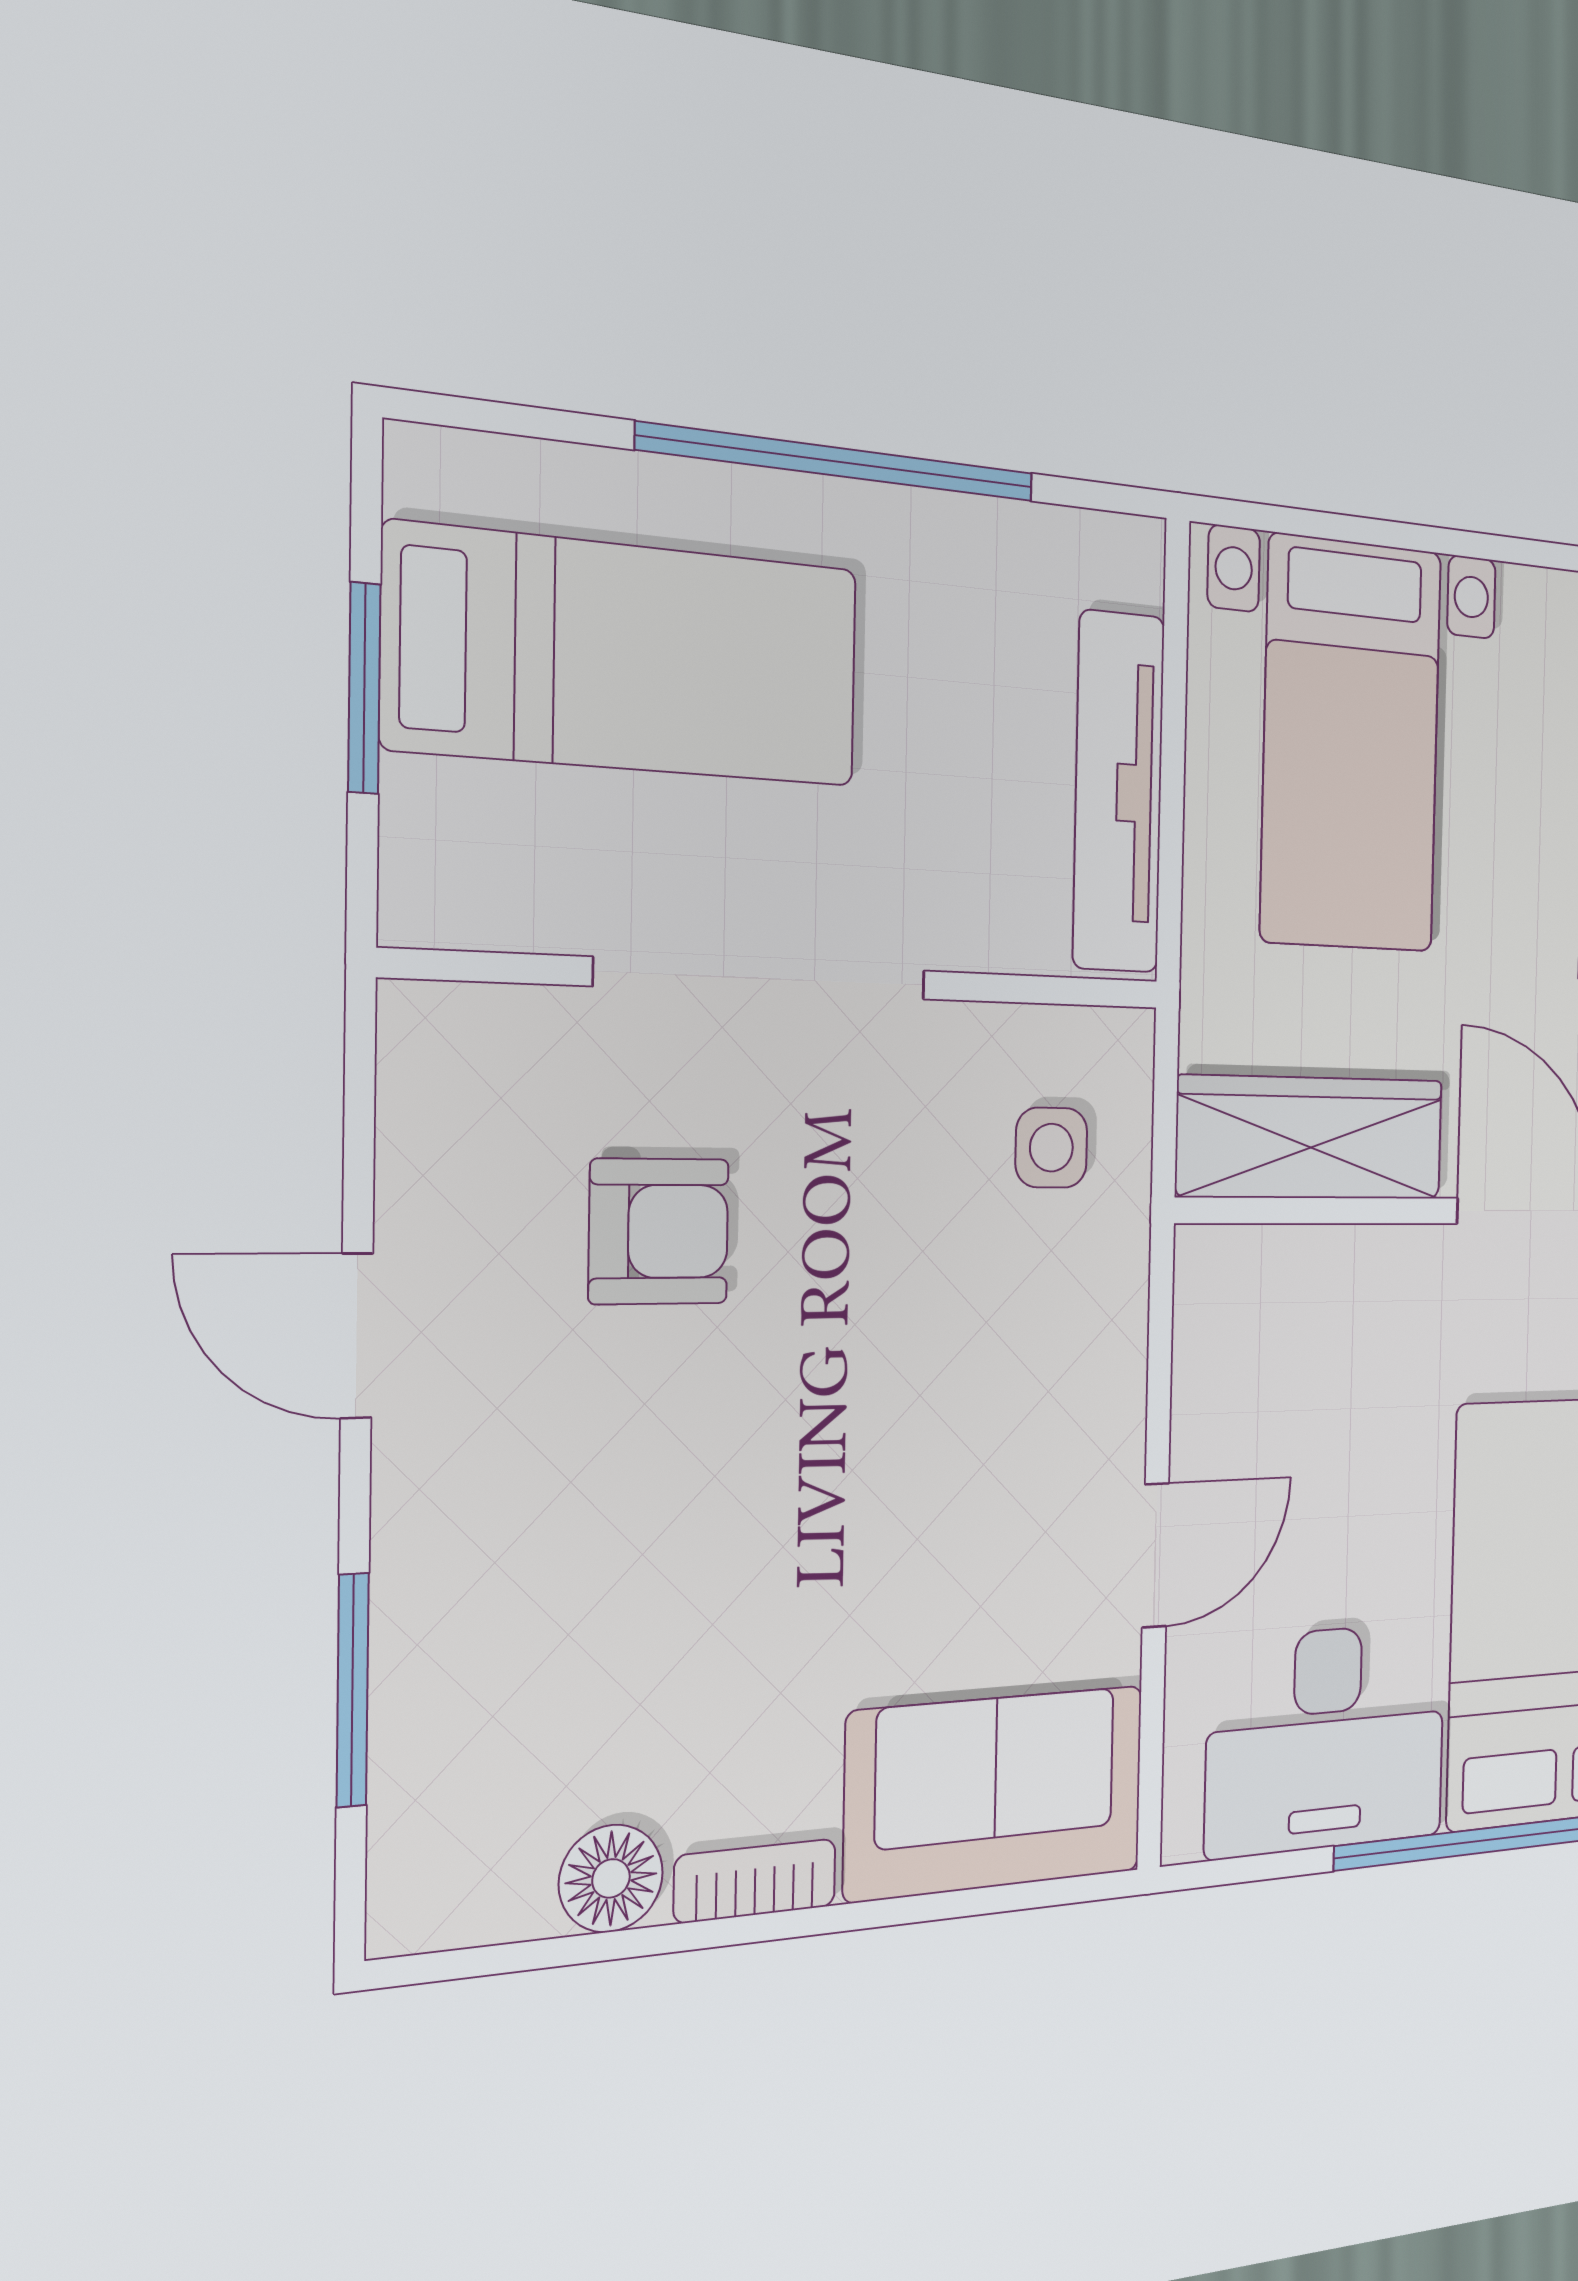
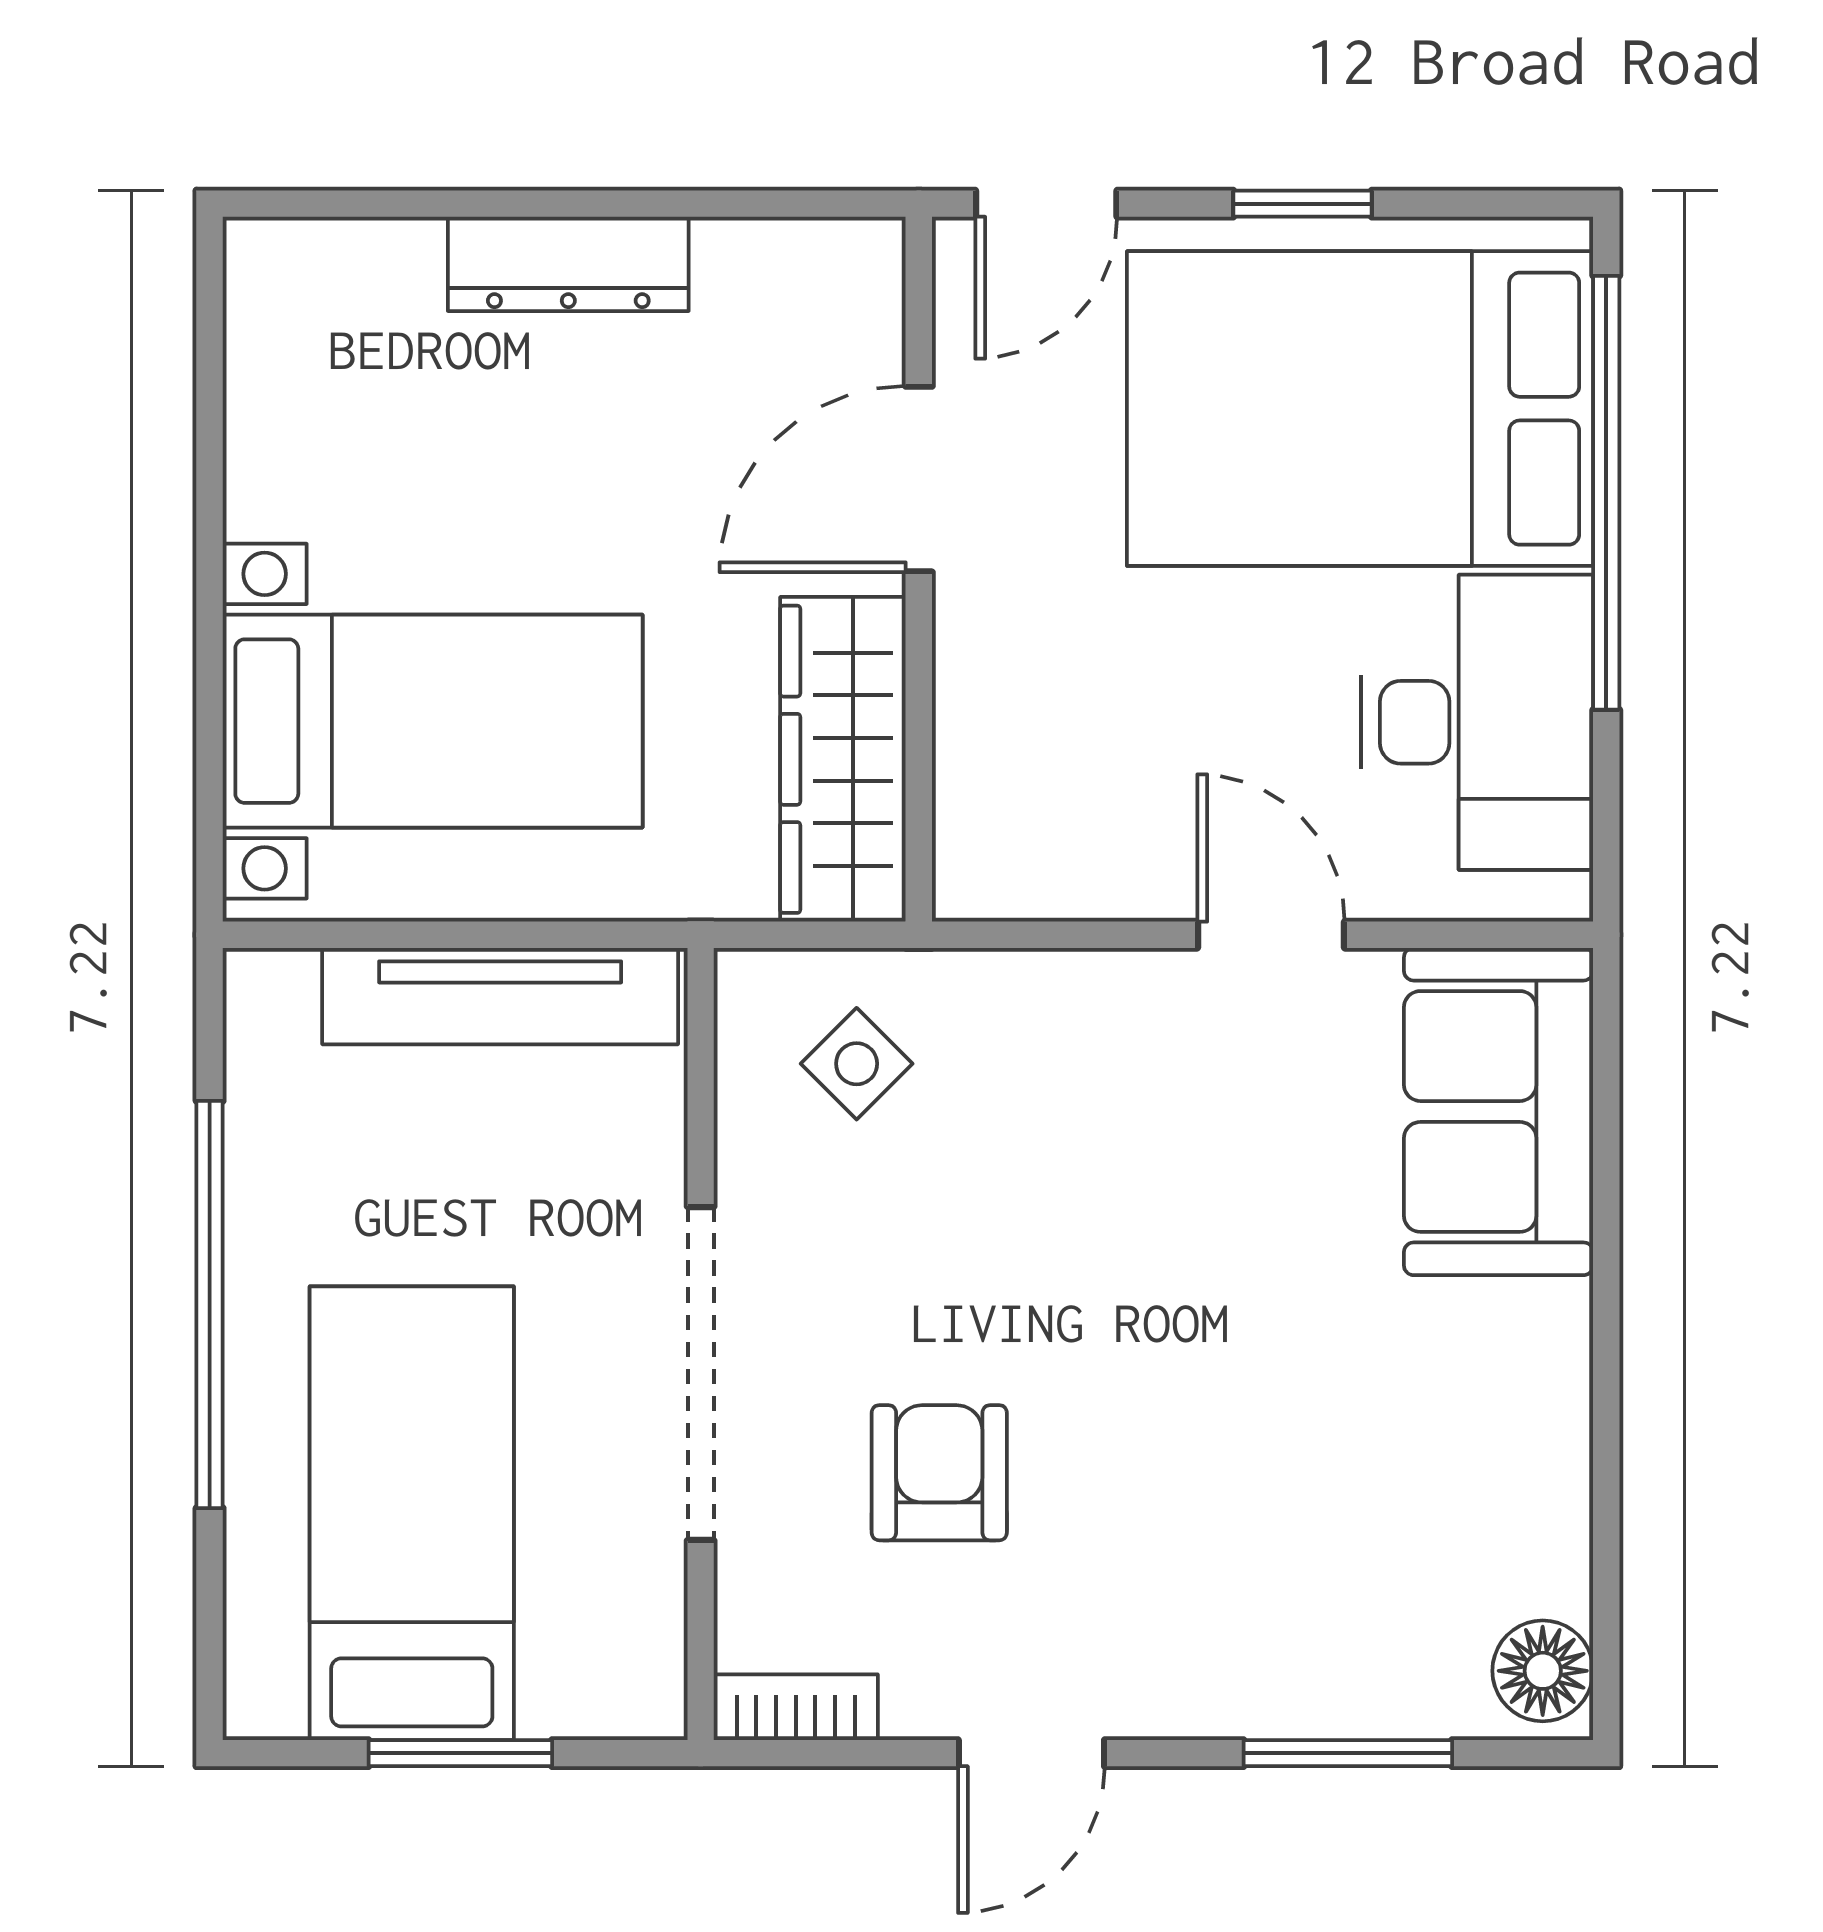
side table: (1051, 1148) -> (857, 1064), turned 45
floor lamp: (611, 1878) -> (1543, 1671), moved
bookcase: (755, 1881) -> (796, 1707), moved, turned 90

